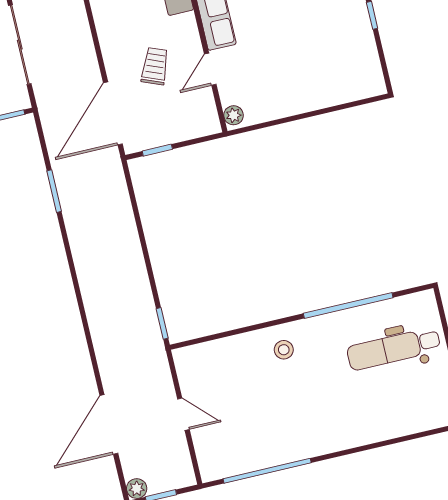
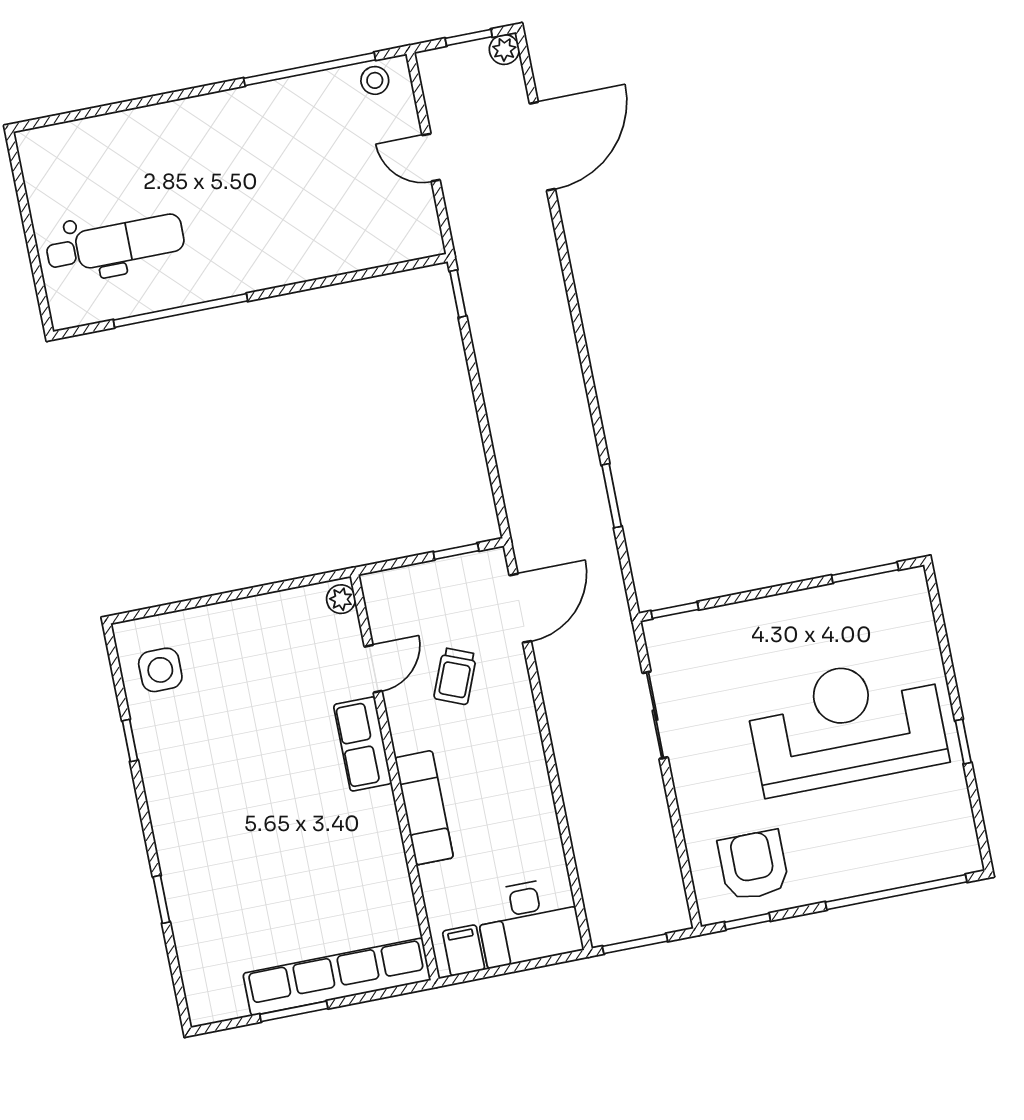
sliding door: (20, 45) -> (655, 715), width x0.73
side table: (353, 63) -> (160, 670), added
door: (113, 113) -> (520, 608), width x0.73
stool: (284, 350) -> (375, 80), moved

